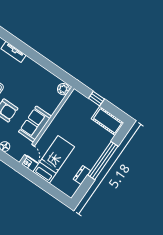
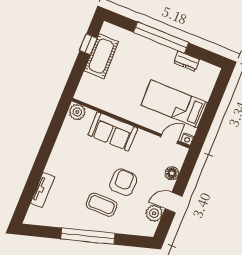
window: (96, 99) -> (88, 44), moved
cot: (108, 121) -> (101, 56), moved
sofa: (35, 124) -> (113, 131), moved

